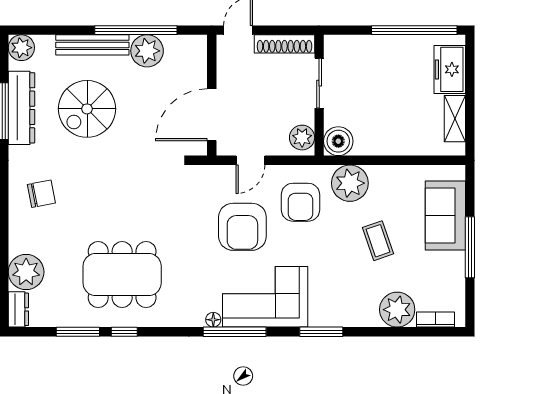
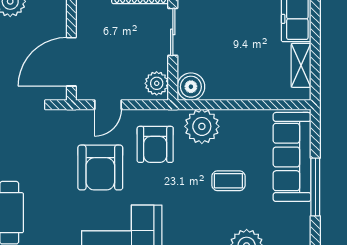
sofa: (445, 216) -> (292, 157), width x1.36
coffee table: (378, 241) -> (228, 181), turned -71

